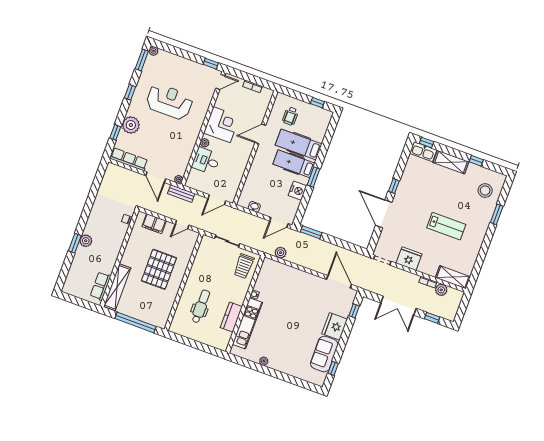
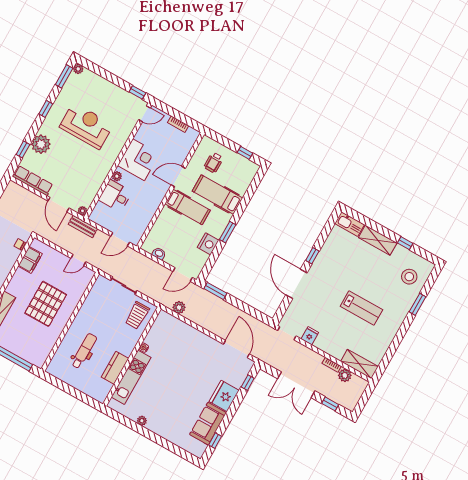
window: (427, 143) -> (355, 215), removed
hospital bed: (294, 164) -> (188, 207), moved, turned 180
filing cabinet: (154, 224) -> (30, 260), moved, turned -90
fridge: (409, 259) -> (310, 336), width x0.53, depth x0.75

